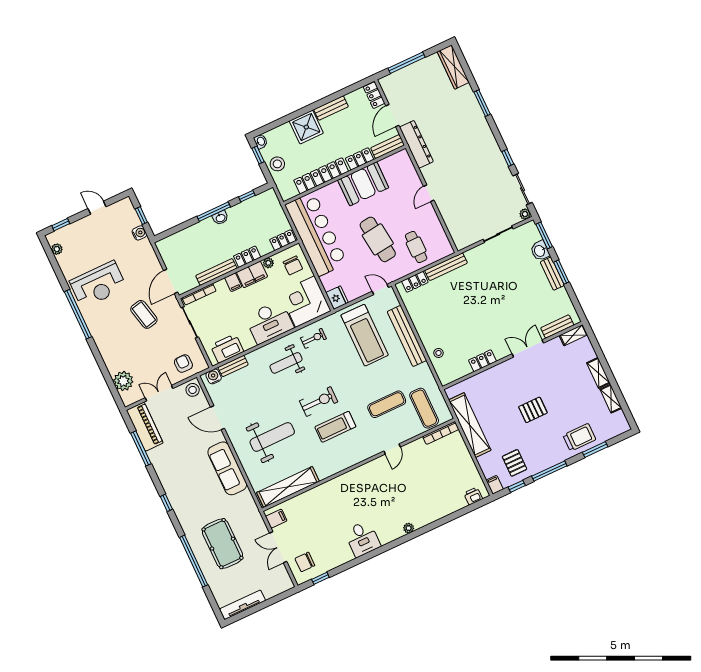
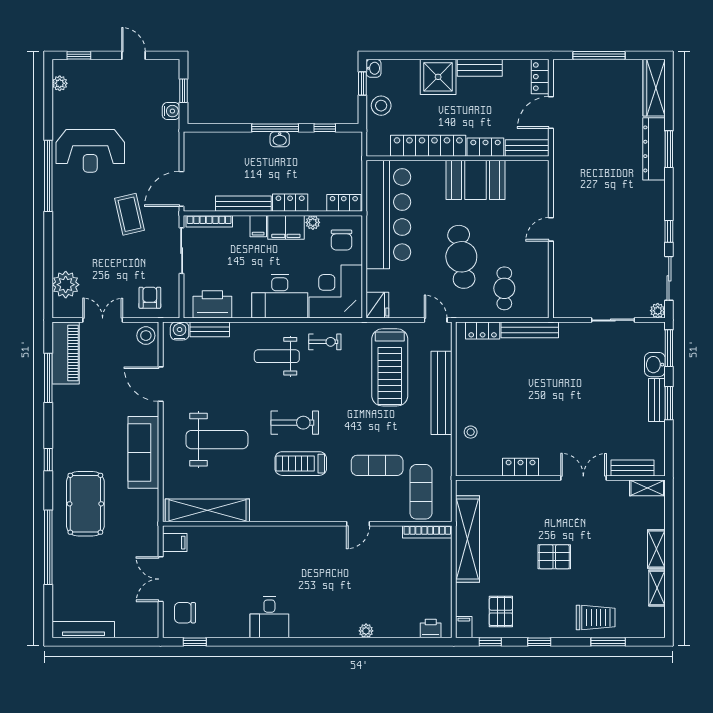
dresser: (416, 144) -> (654, 149), moved, turned 180
window: (549, 471) -> (539, 642), width x0.46
plant: (409, 528) -> (366, 631), moved
pool table: (222, 544) -> (85, 504), moved

